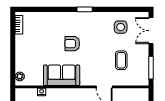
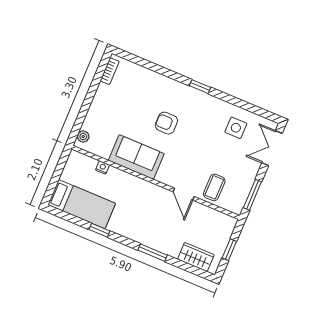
coffee table: (121, 60) -> (214, 187), moved

